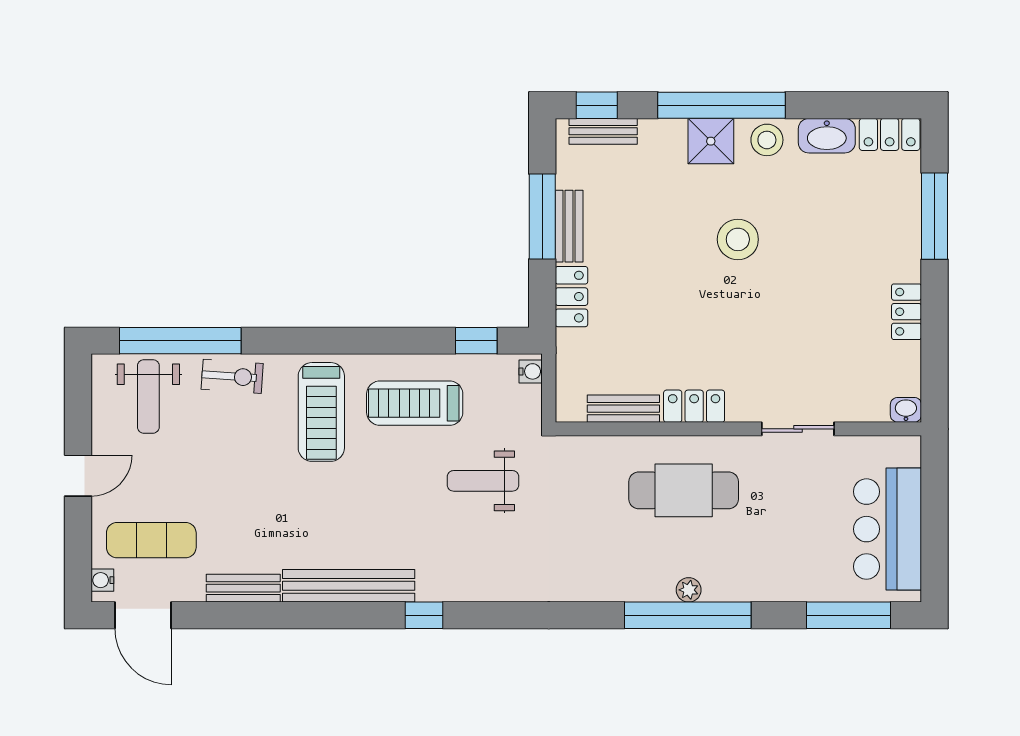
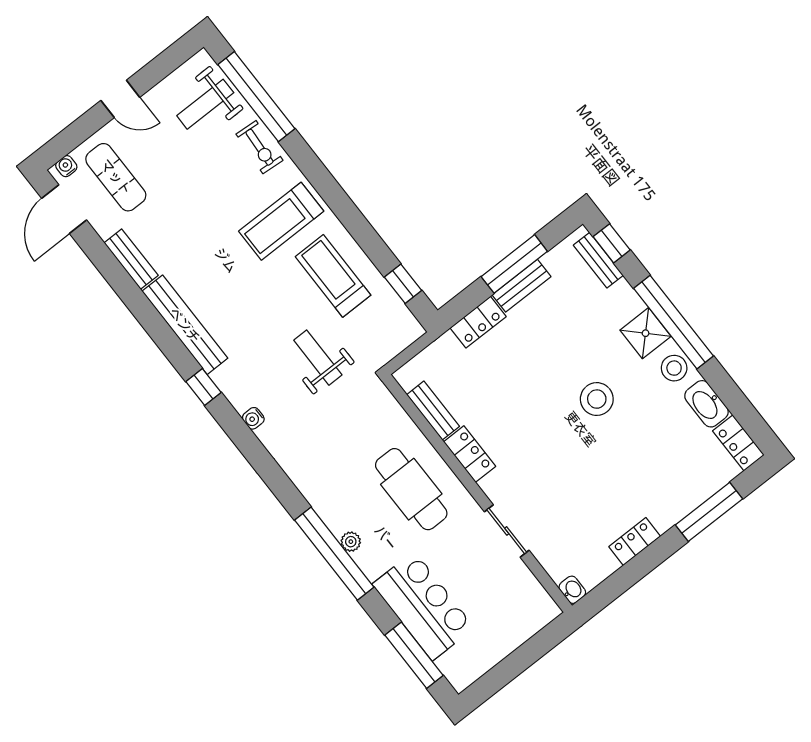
water cooler: (531, 371) -> (253, 418), moved, turned 90
bar counter: (888, 529) -> (423, 606), moved, turned 90

